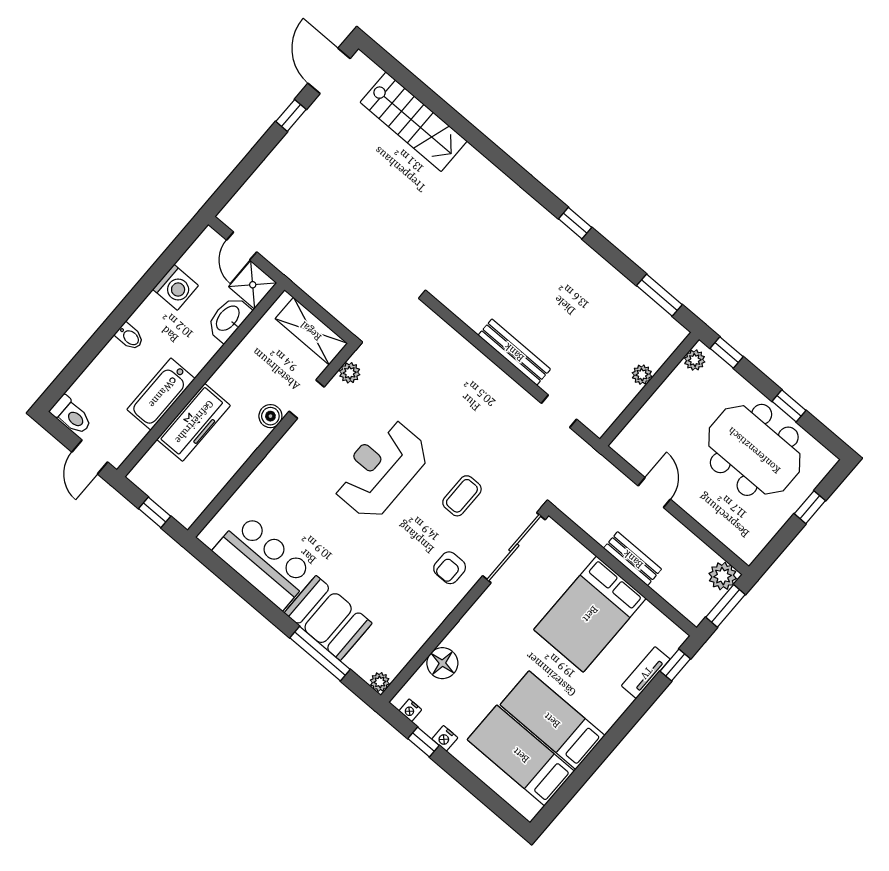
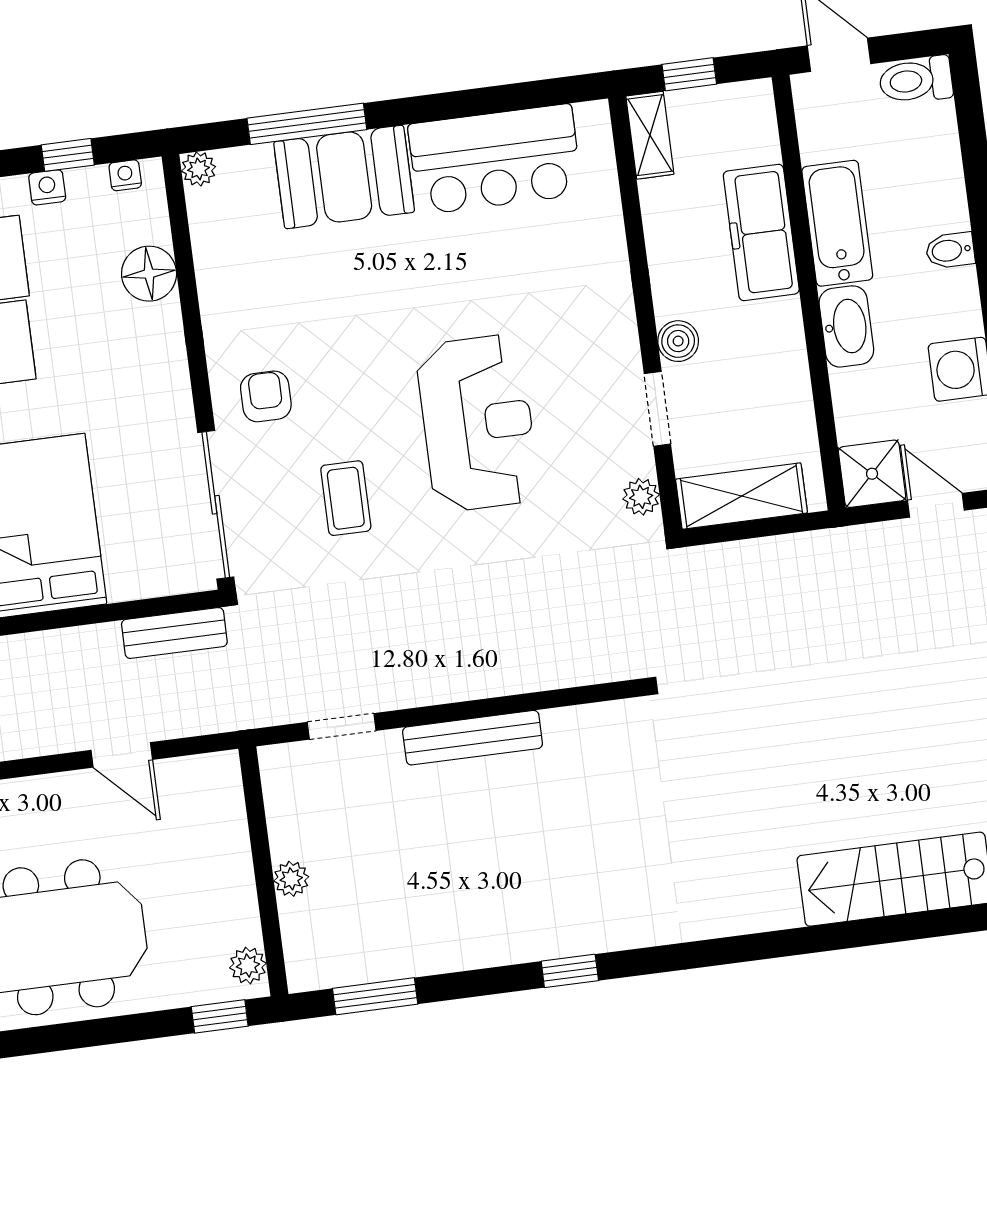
washbasin: (228, 319) -> (846, 326), moved
window: (789, 406) -> (75, 1035), removed
shelving: (195, 506) -> (650, 135), added
bench: (633, 559) -> (174, 633), moved

